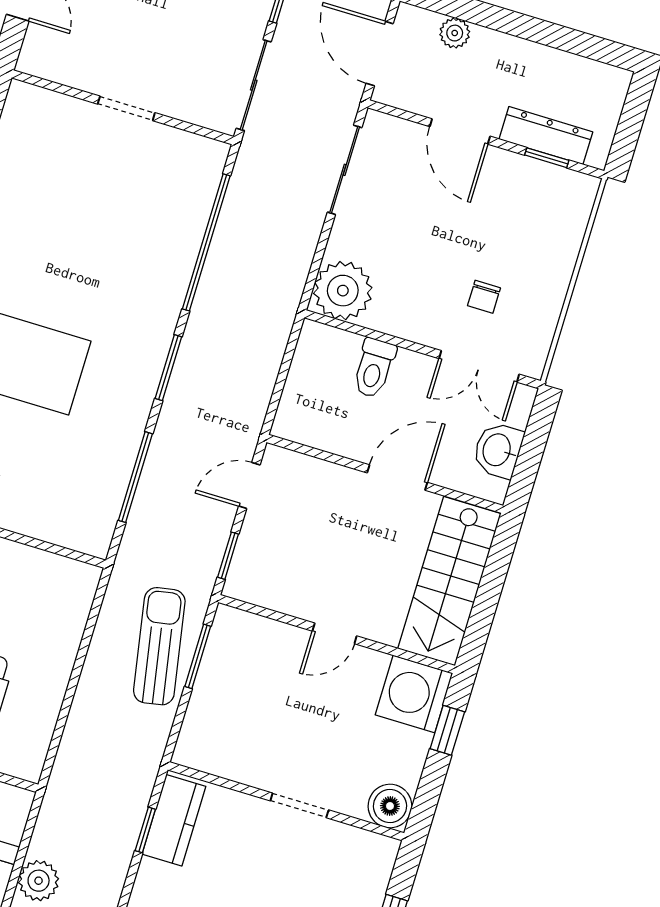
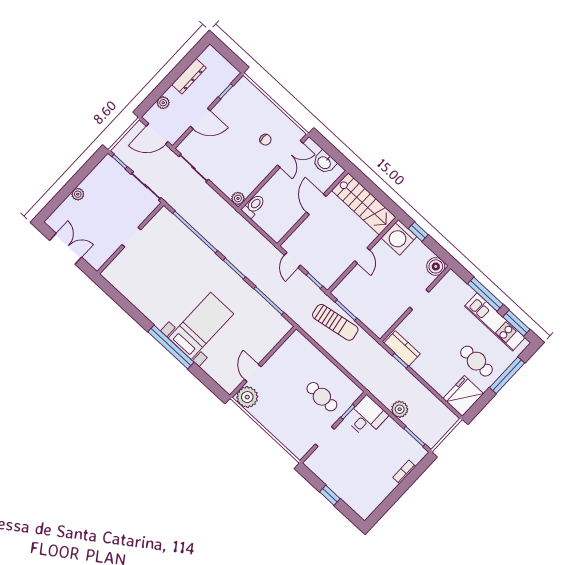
dresser: (546, 136) -> (189, 76), moved, turned 180
plant: (343, 291) -> (238, 198), width x0.53, depth x0.53
toilet: (374, 368) -> (254, 206), moved, turned -90
sun lounger: (159, 646) -> (335, 322), turned 180

